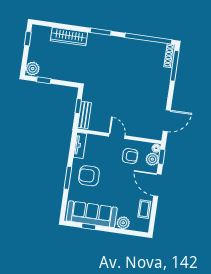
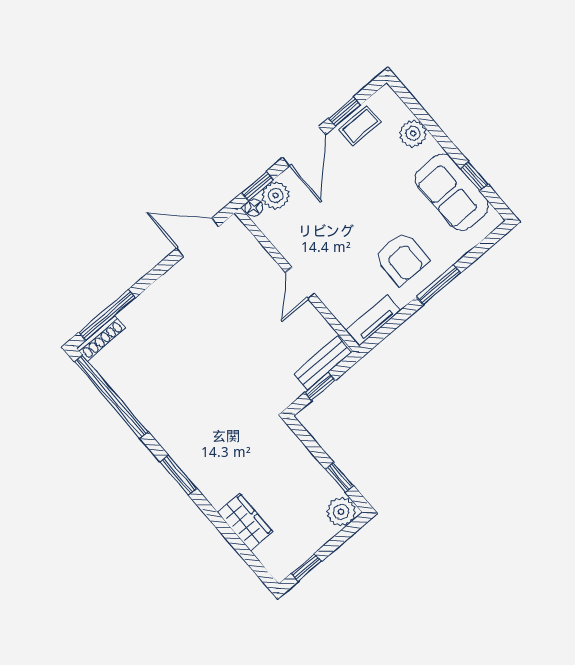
wardrobe: (69, 36) -> (245, 522), width x0.67
armchair: (130, 156) -> (307, 232), removed
window: (154, 210) -> (345, 112), added
sofa: (92, 214) -> (452, 192), width x0.73

